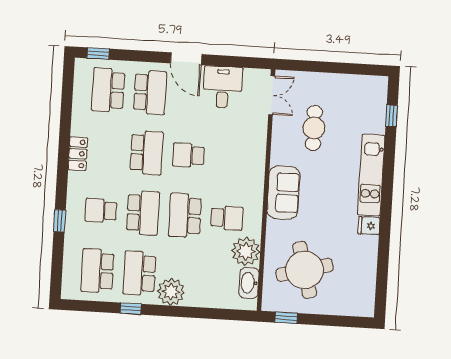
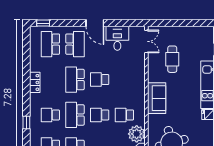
school desk: (147, 153) -> (75, 80), turned 180
school desk: (143, 213) -> (75, 115), turned 180
school desk: (185, 215) -> (100, 115), width x0.54
school desk: (227, 218) -> (124, 115), turned 180

